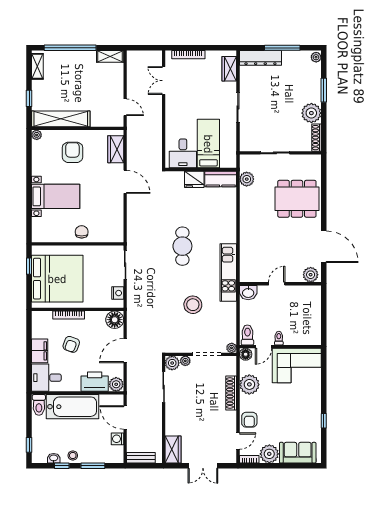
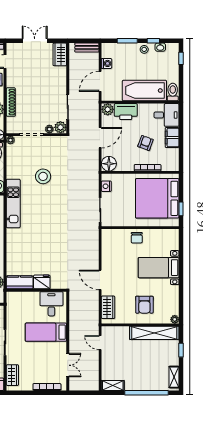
bed: (208, 144) -> (46, 332), moved, turned 90
cafe table: (182, 246) -> (52, 226), removed
door: (125, 418) -> (100, 81), swing flipped

